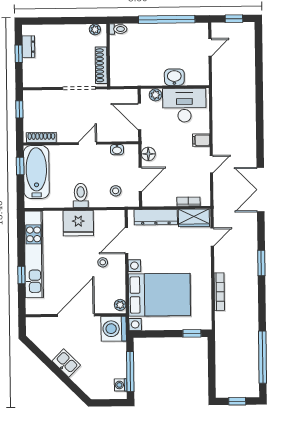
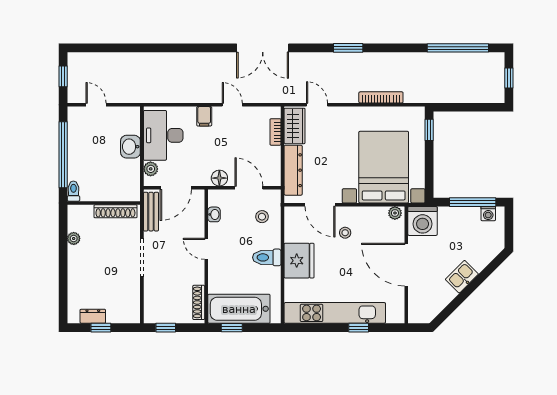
toilet: (118, 29) -> (73, 191), moved
wall: (108, 55) -> (104, 203), moved
shoe rack: (101, 65) -> (115, 211), moved
bench: (119, 96) -> (151, 212), added

